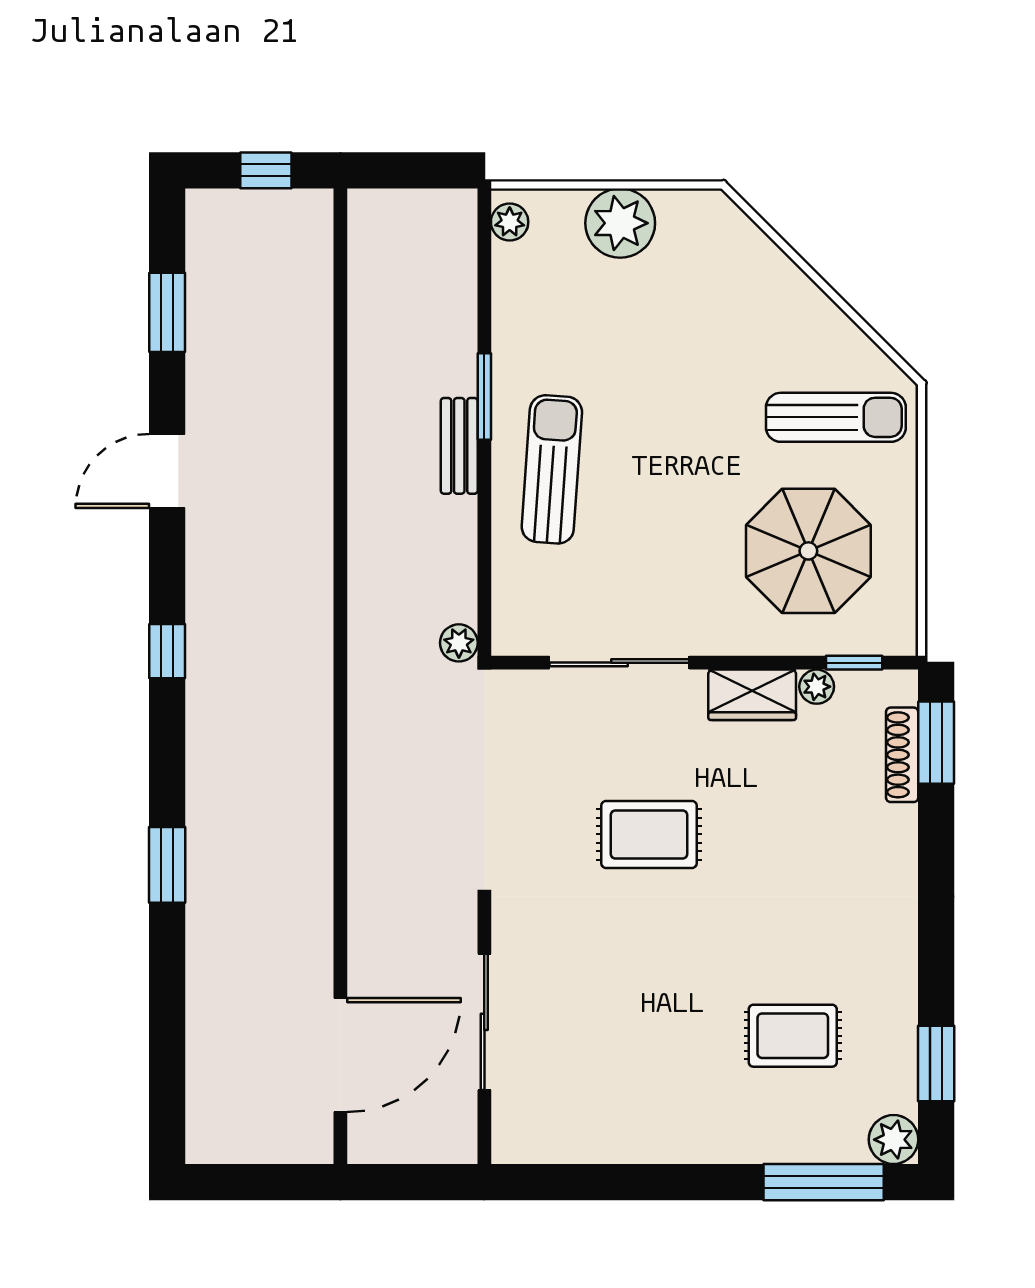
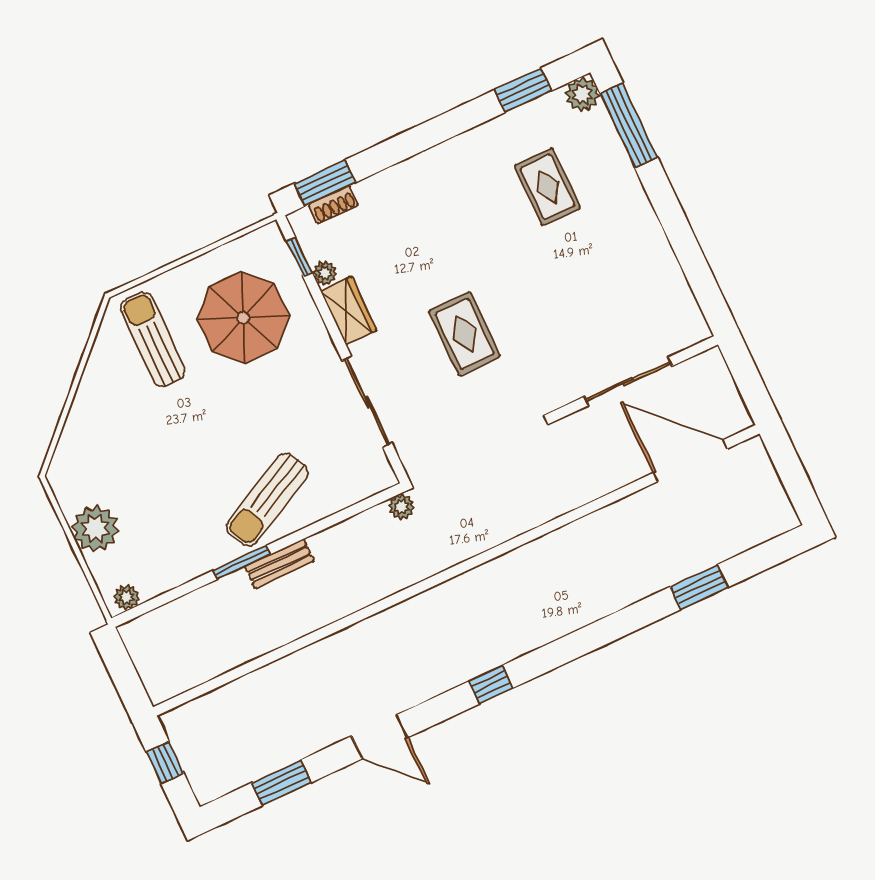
sun lounger: (552, 469) -> (267, 500), turned -31
shoe rack: (902, 755) -> (333, 205), width x0.70
window: (167, 865) -> (699, 587), moved

